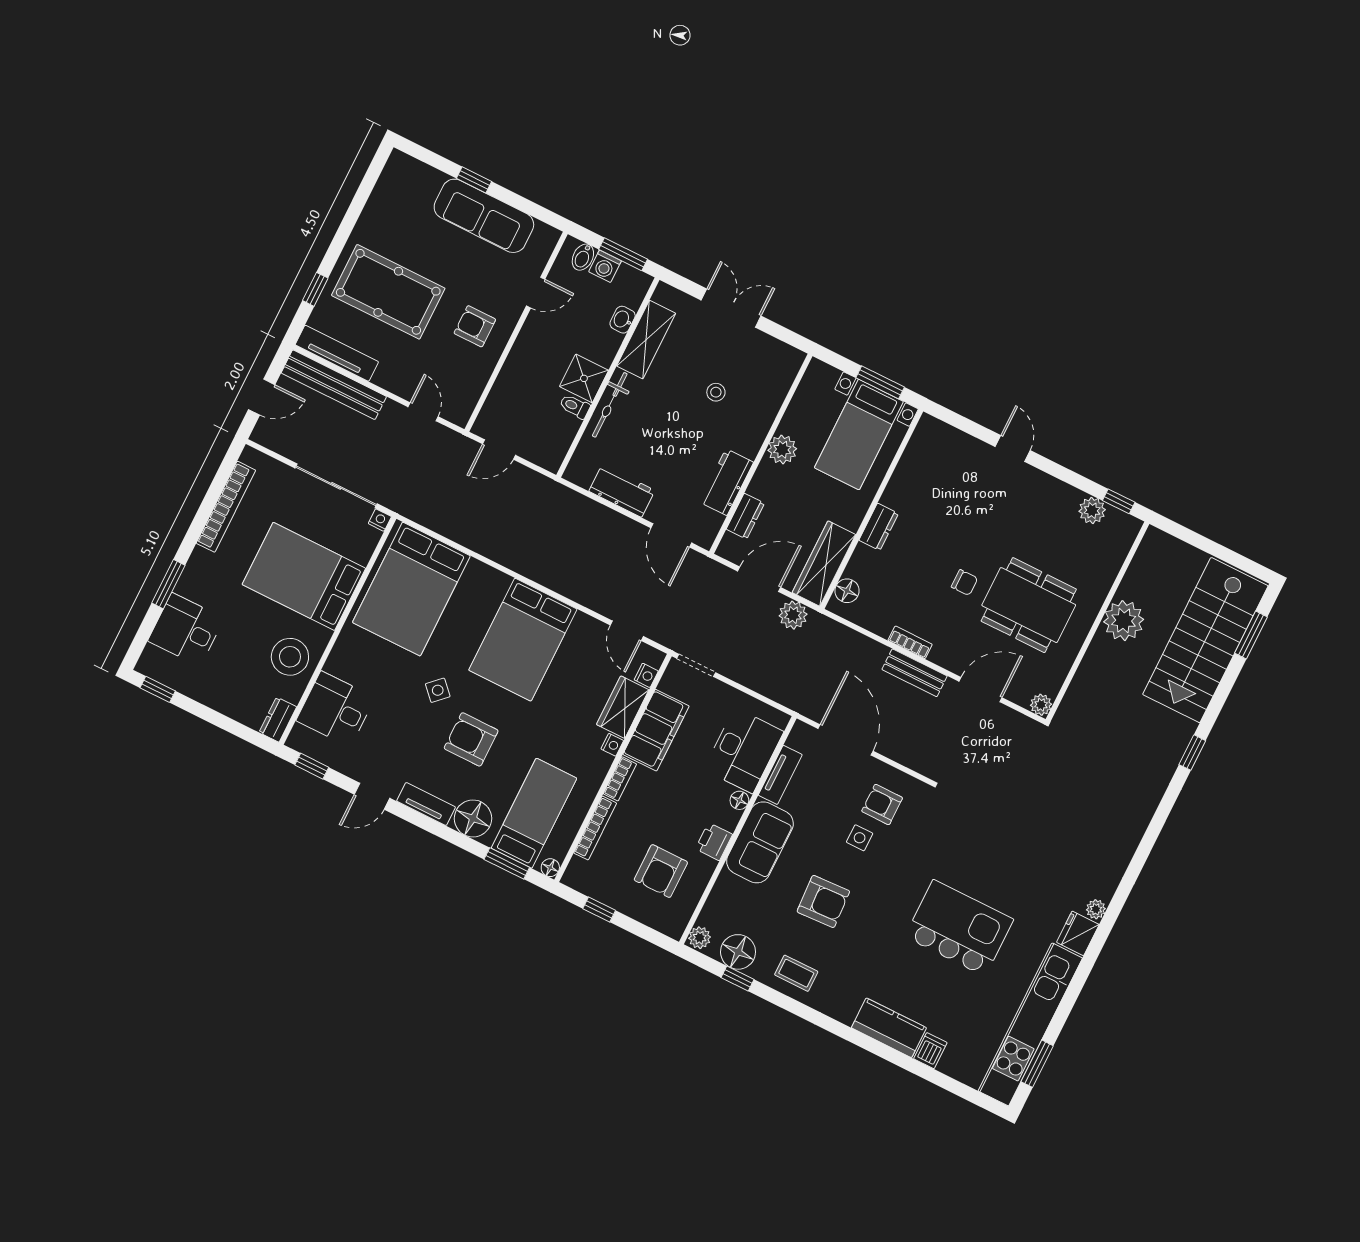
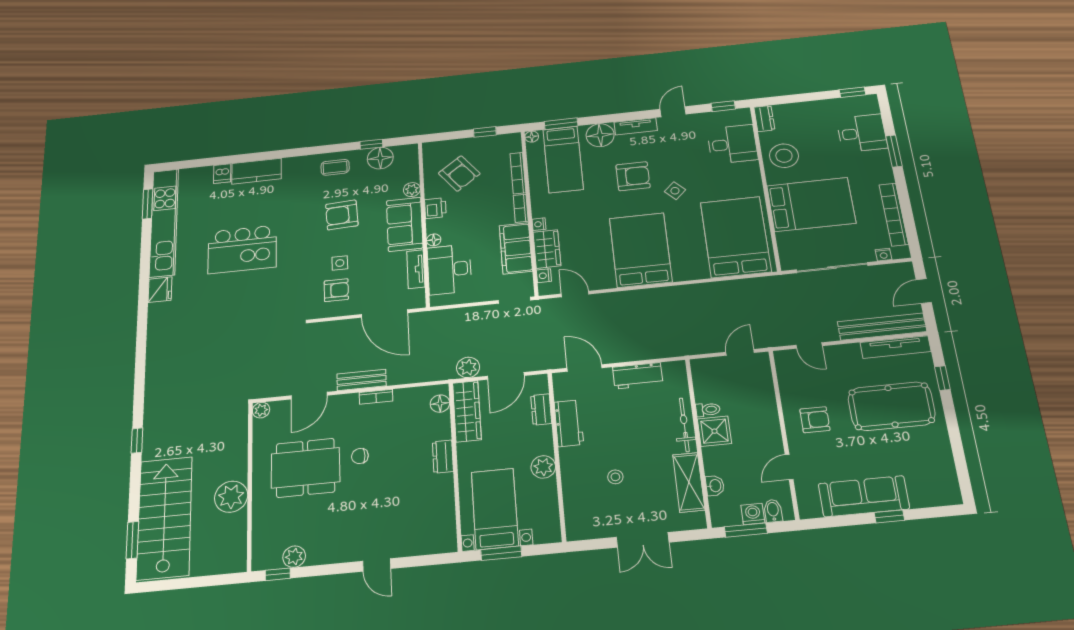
nightstand: (380, 520) -> (884, 255), moved
armchair: (661, 871) -> (459, 173), turned 143
plant: (1096, 909) -> (155, 310), removed
plant: (700, 938) -> (412, 190), moved

